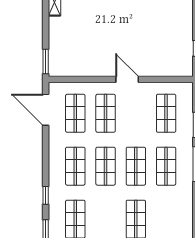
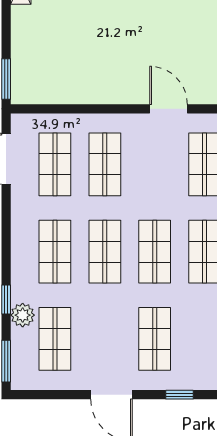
door: (127, 79) -> (169, 109), moved
plant: (56, 205) -> (23, 315), added

